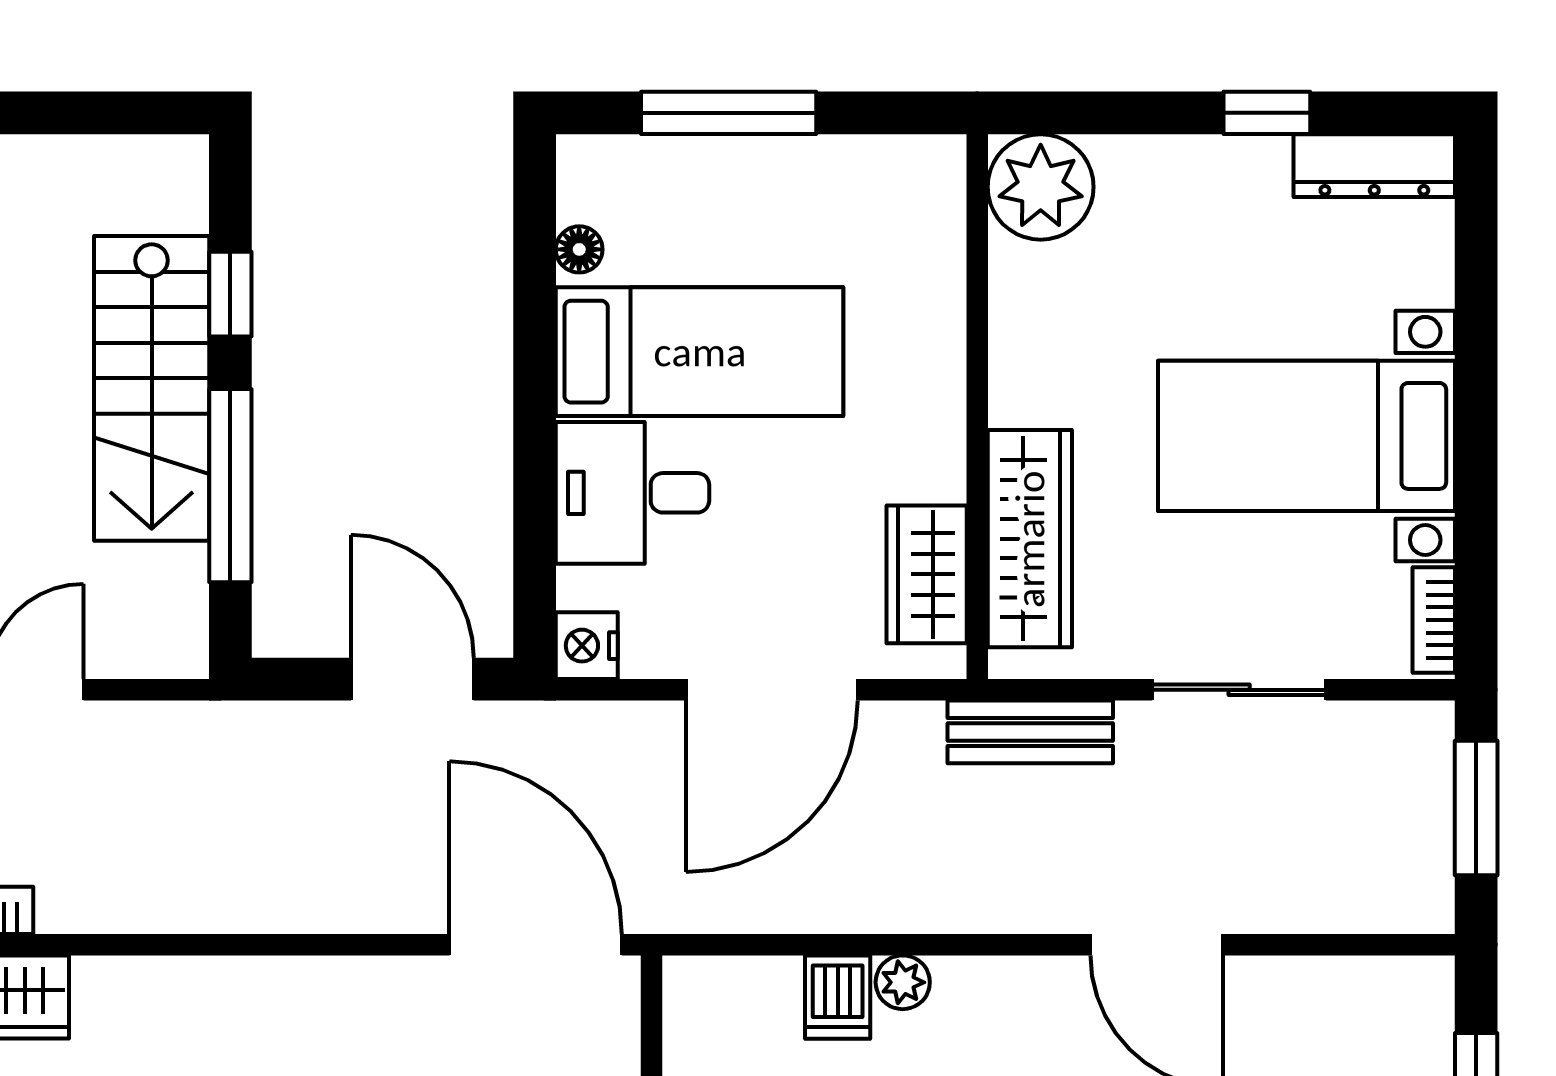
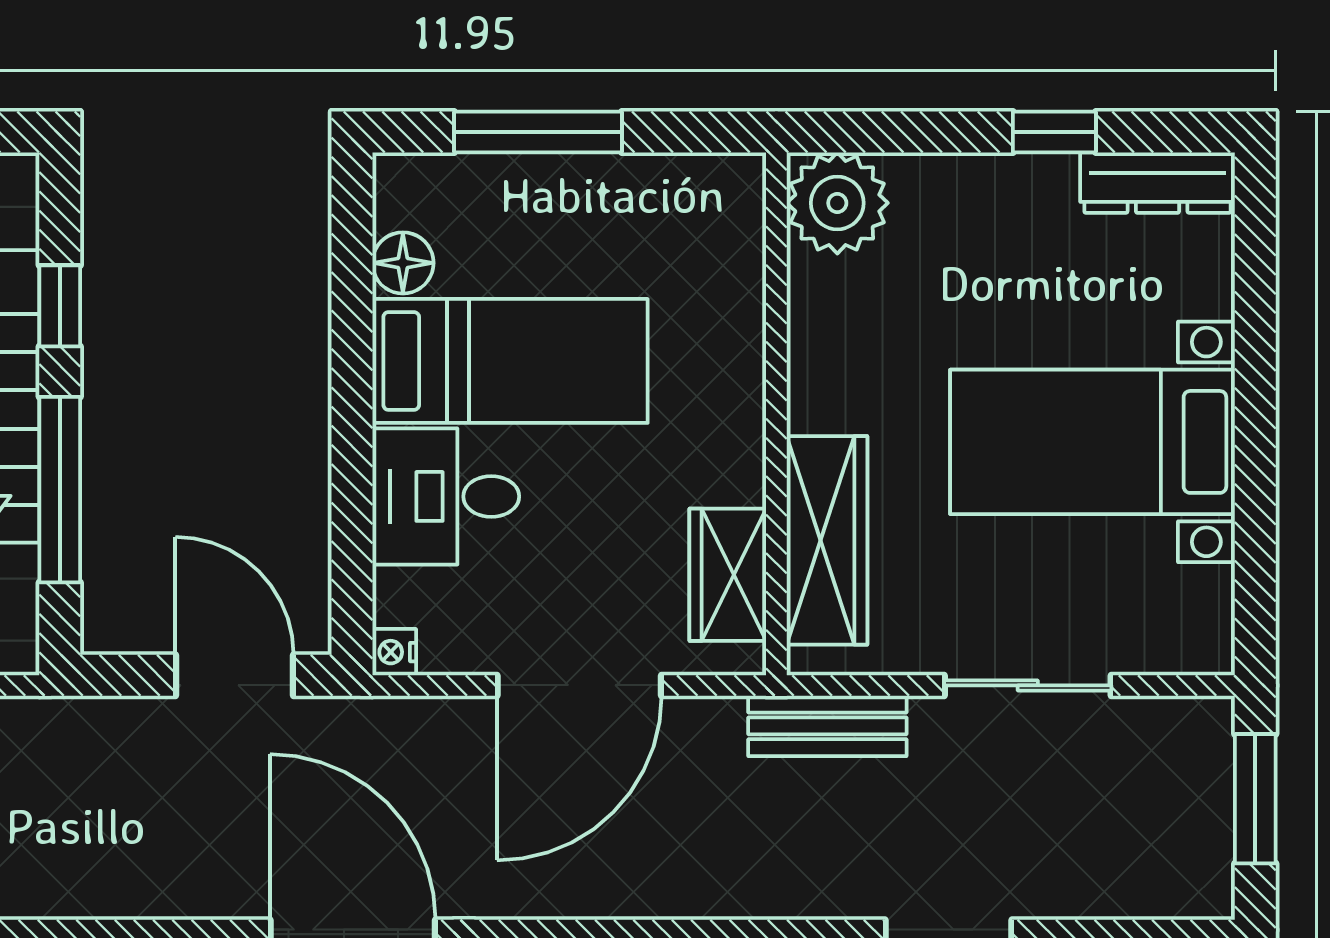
floor lamp: (579, 249) -> (403, 263), width x1.37, depth x1.37
bookcase: (1434, 620) -> (1215, 618), removed
nightstand: (587, 646) -> (394, 652), width x0.72, depth x0.74

